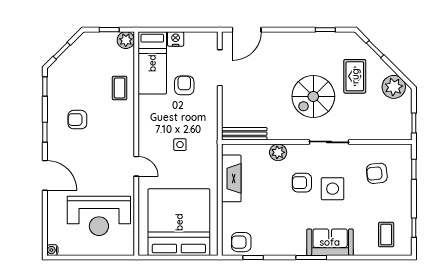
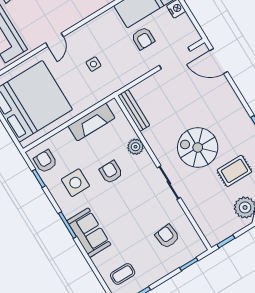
armchair: (184, 85) -> (143, 38), turned 90
armchair: (302, 183) -> (111, 172), moved
side table: (333, 189) -> (75, 183), moved

